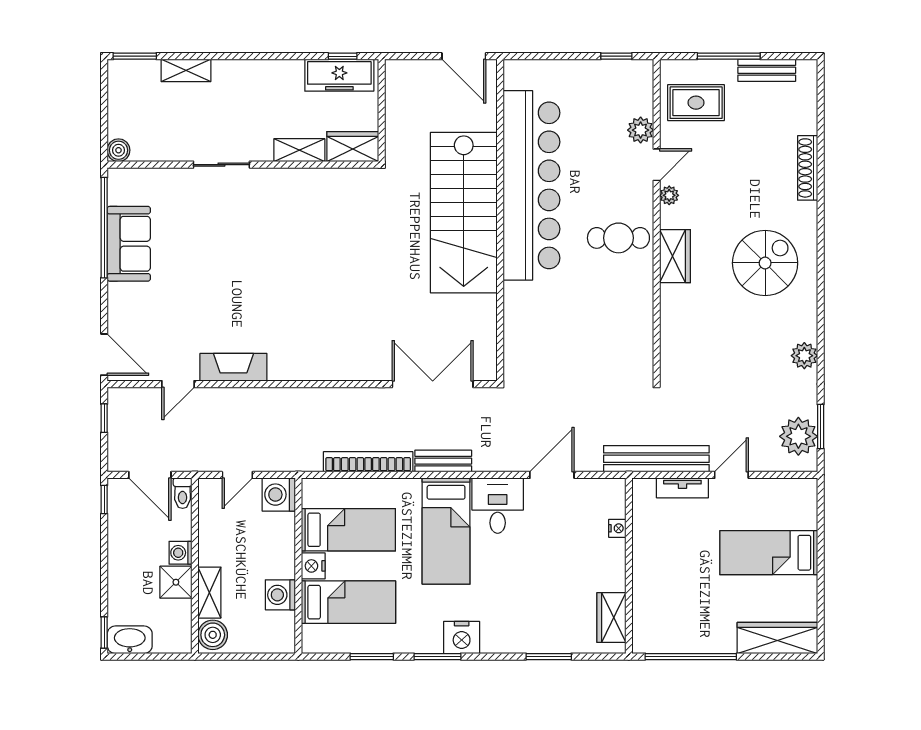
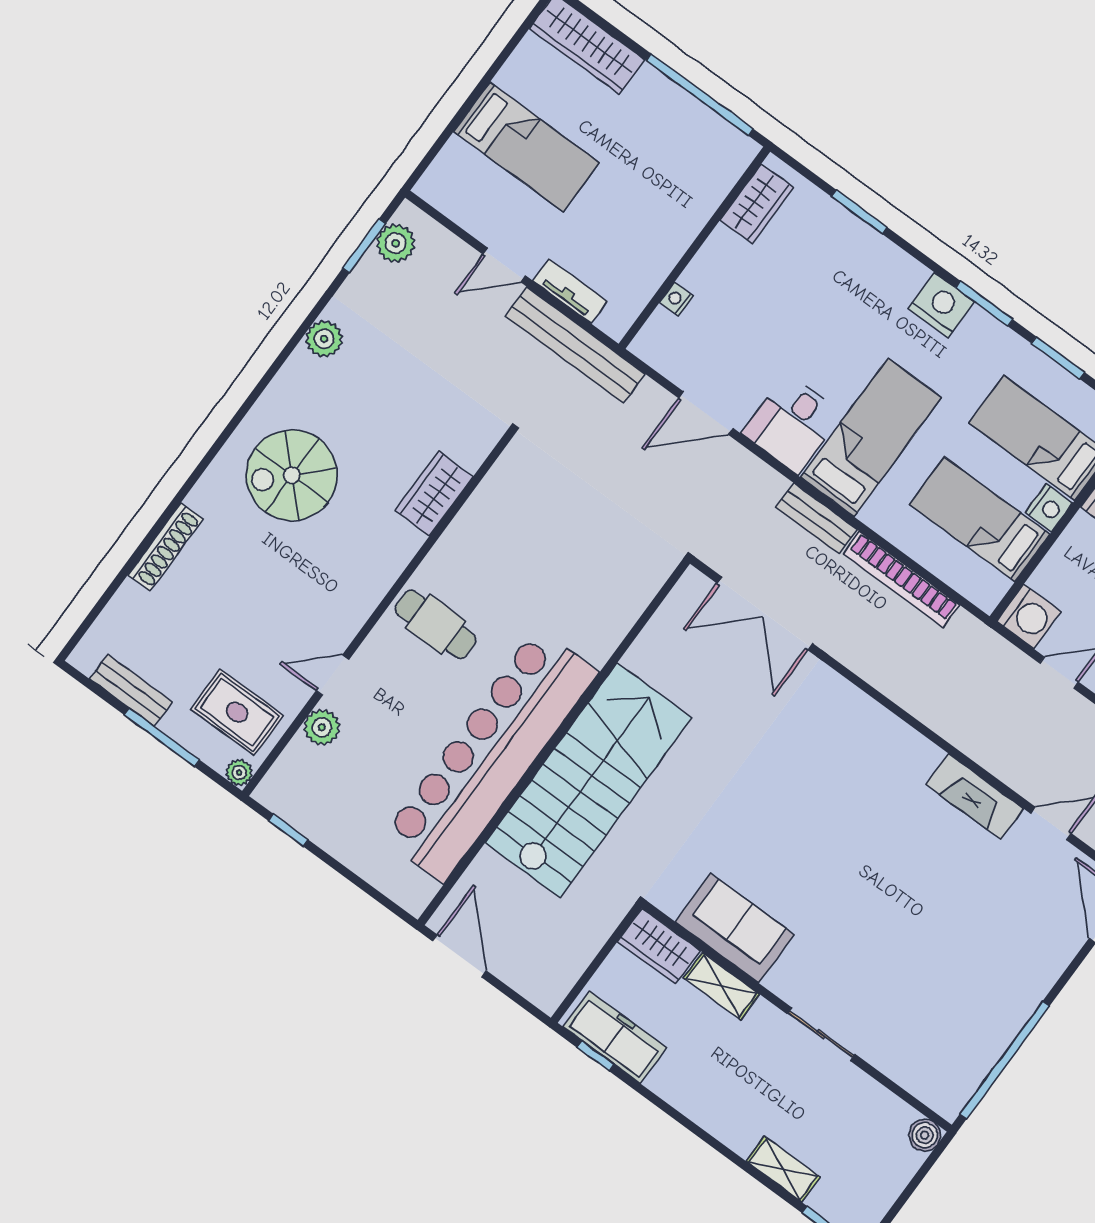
plant: (669, 195) -> (239, 773), moved
sofa: (129, 244) -> (735, 928), moved, turned 90
wardrobe: (675, 256) -> (434, 494), moved
plant: (798, 436) -> (396, 243), width x0.73, depth x0.73

